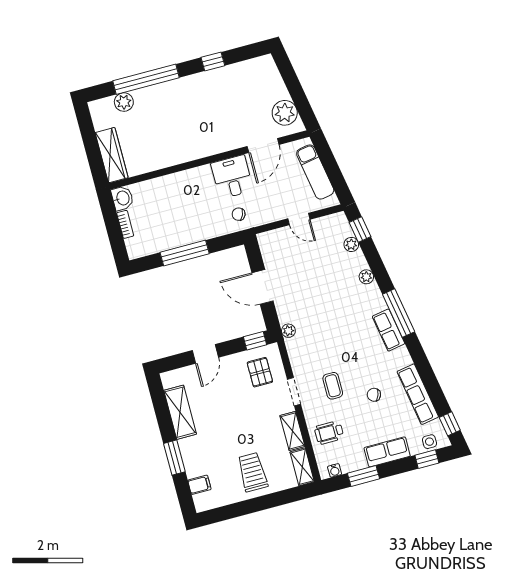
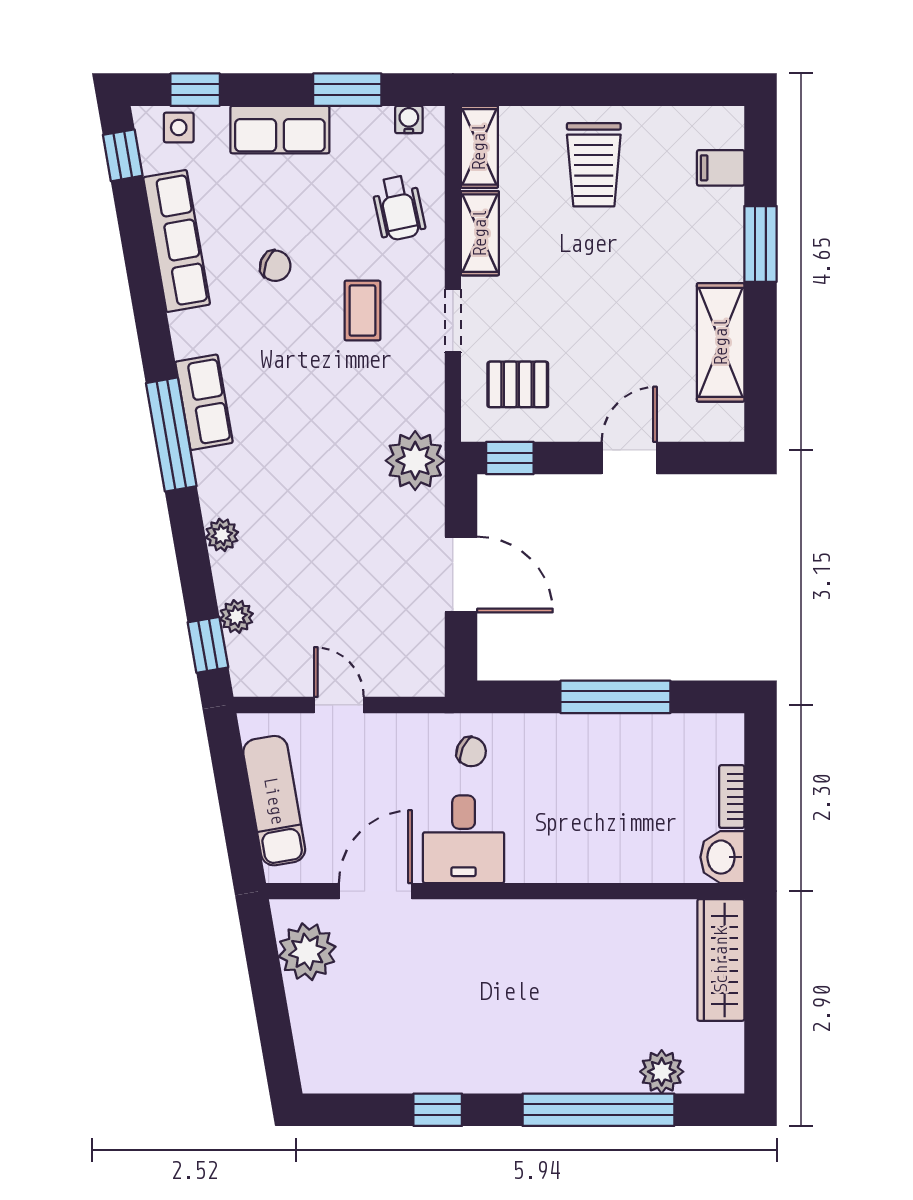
plant: (288, 331) -> (415, 461), width x1.88, depth x1.88
pallet: (260, 372) -> (518, 384), turned 90
wheelchair: (329, 433) -> (399, 208), turned 78

